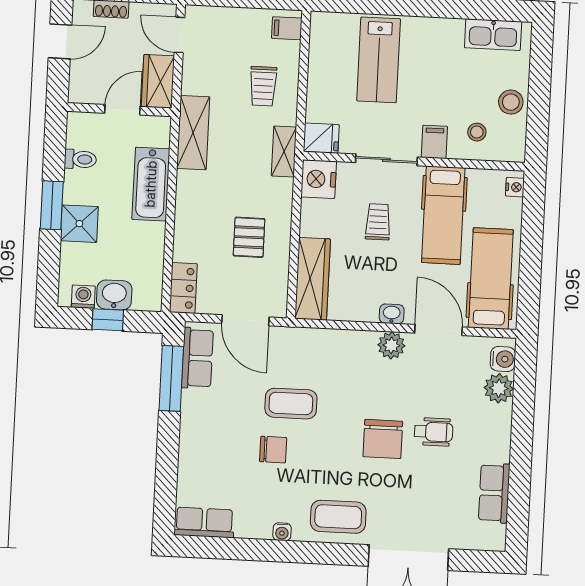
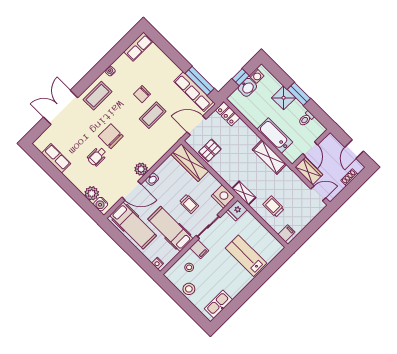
shelving: (193, 133) -> (269, 157), moved
pallet: (249, 237) -> (210, 150), moved, turned 90
row of seats: (197, 358) -> (194, 92), width x1.48

